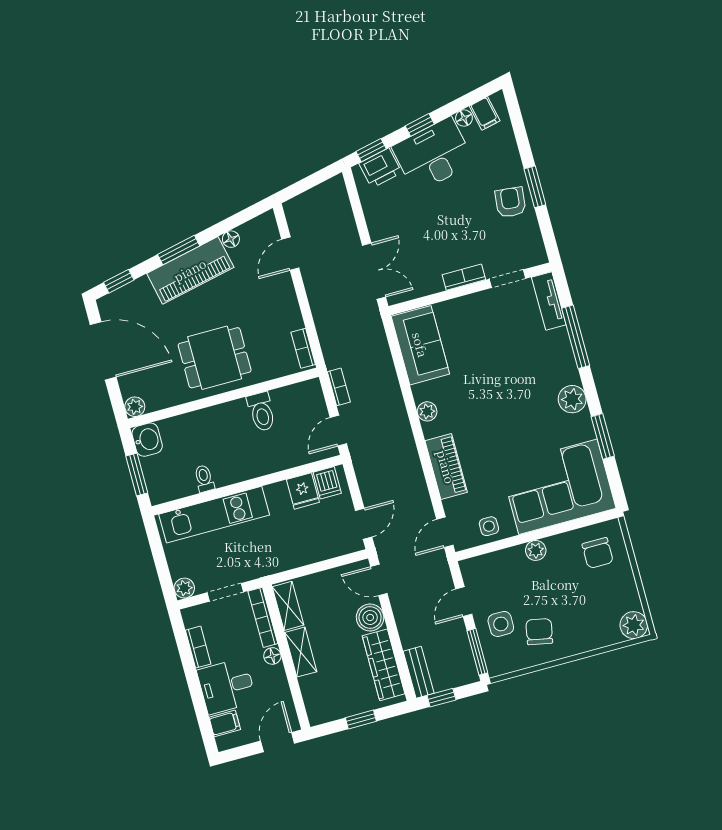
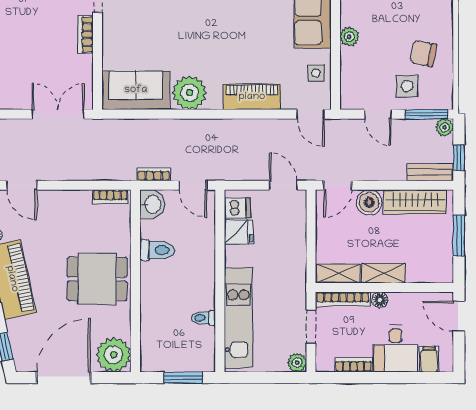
dining table: (215, 358) -> (97, 279), turned 90
plant: (135, 407) -> (114, 355), width x1.87, depth x1.87
plant: (427, 411) -> (189, 93), width x1.88, depth x1.88
washbasin: (147, 440) -> (152, 204), moved, turned 90
plant: (469, 674) -> (444, 127), added
window: (361, 720) -> (459, 236), width x1.50

